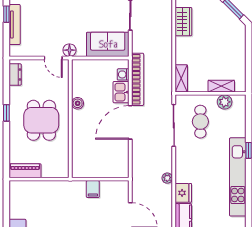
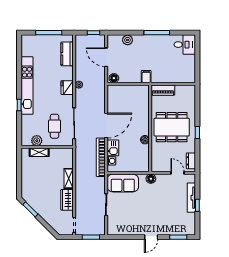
door: (53, 58) -> (178, 173), moved
shelving: (181, 78) -> (69, 178), moved
dining table: (41, 120) -> (172, 127), width x1.38
piano: (25, 171) -> (163, 90), moved
floor lamp: (120, 187) -> (114, 78), added
filing cabinet: (93, 189) -> (146, 77), moved
fridge: (183, 193) -> (67, 88), moved

